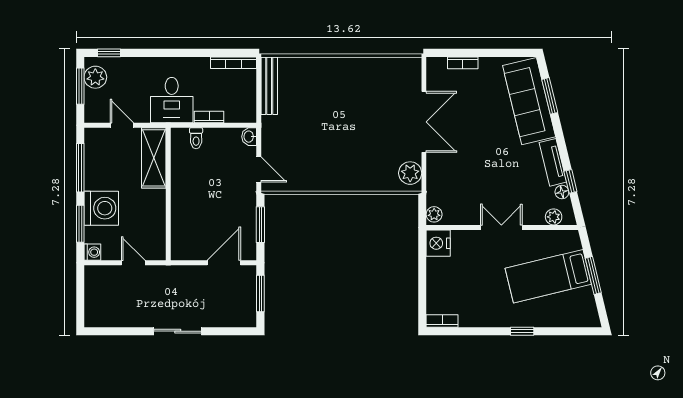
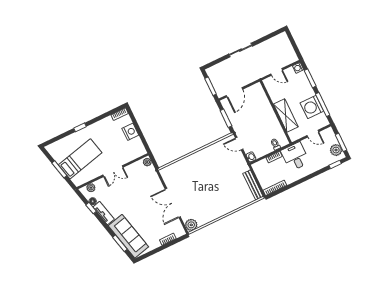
shelving: (154, 158) -> (286, 115), moved
plant: (410, 173) -> (191, 225), moved
washing machine: (101, 208) -> (312, 107), moved
nightstand: (438, 243) -> (130, 132), moved

